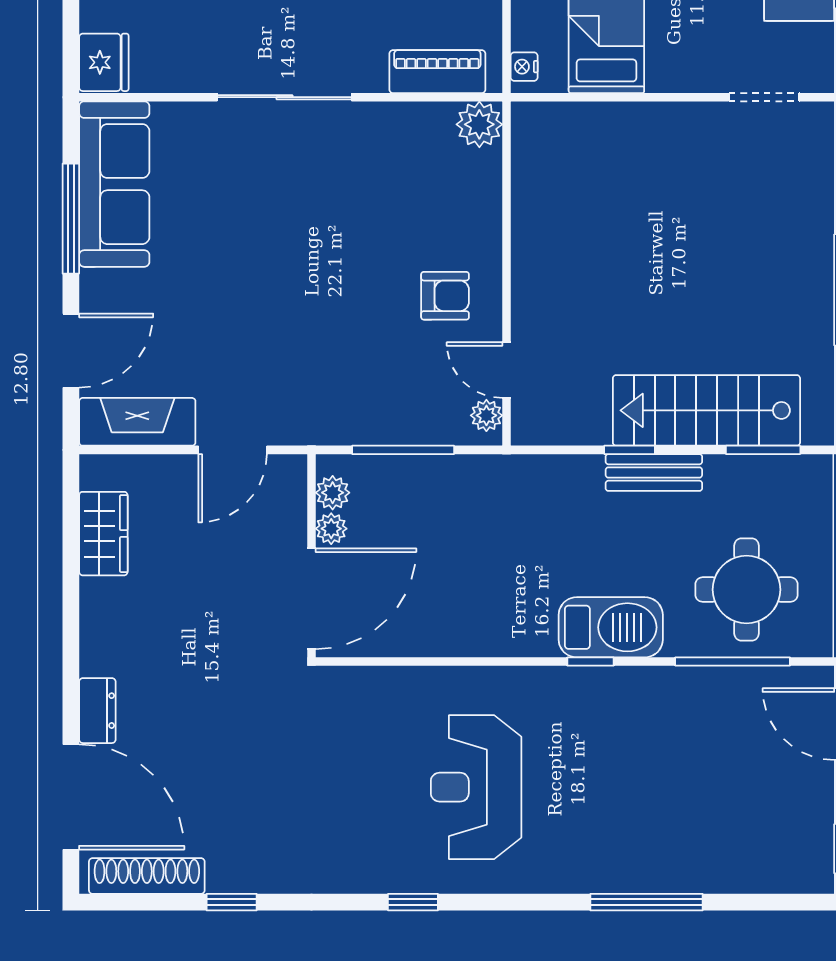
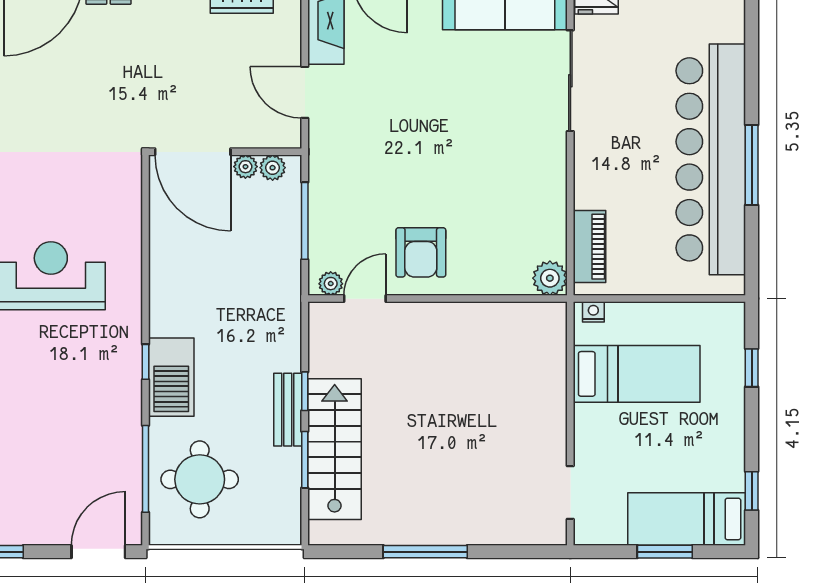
sliding door: (284, 97) -> (570, 81), moved
armchair: (445, 296) -> (421, 252), width x1.38, depth x1.38
window: (763, 450) -> (305, 460), moved

